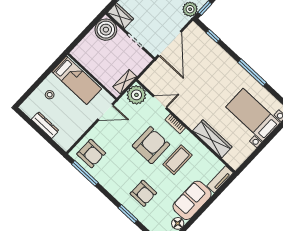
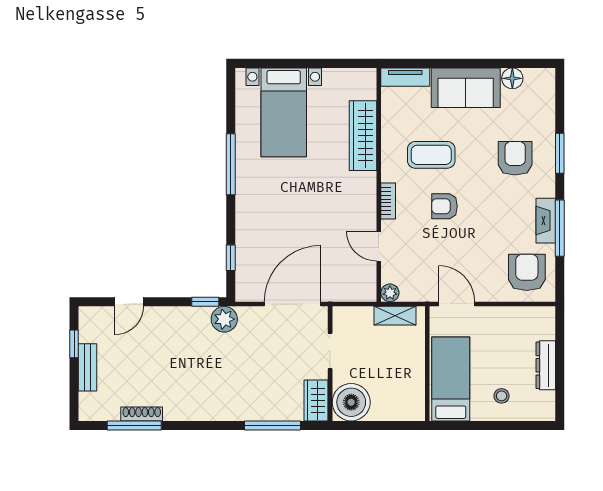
plant: (136, 95) -> (390, 293), width x0.53, depth x0.53
armchair: (151, 145) -> (445, 206), width x0.53, depth x0.53
window: (85, 173) -> (560, 228), moved
fireplace: (105, 182) -> (546, 221), added

